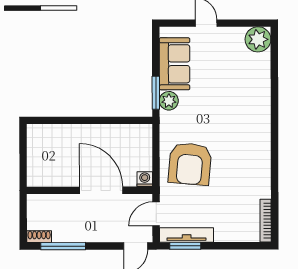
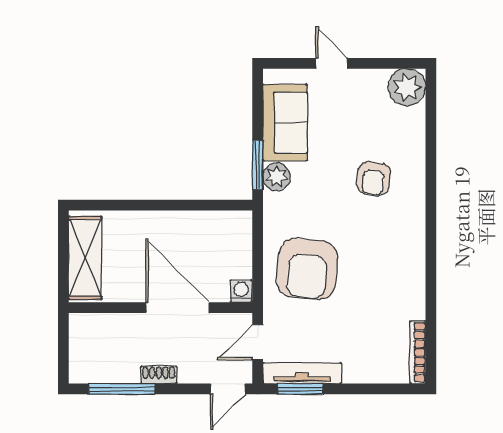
armchair: (235, 102) -> (374, 179), added
shelving: (38, 156) -> (85, 258), added
shoe rack: (39, 237) -> (159, 375), moved

